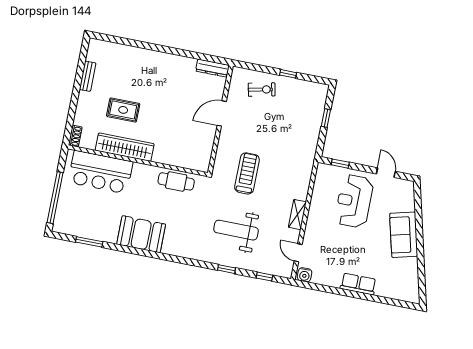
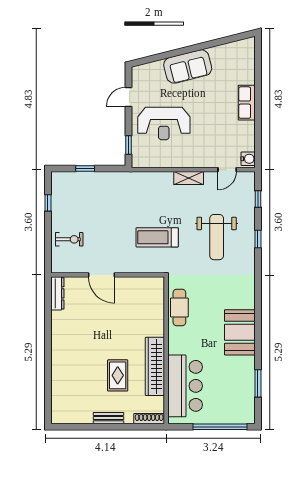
window: (288, 74) -> (48, 203), moved
bench: (88, 76) -> (108, 418), moved
exercise bike: (262, 90) -> (69, 239), turned 102
shoe rack: (75, 136) -> (149, 419), width x1.43

